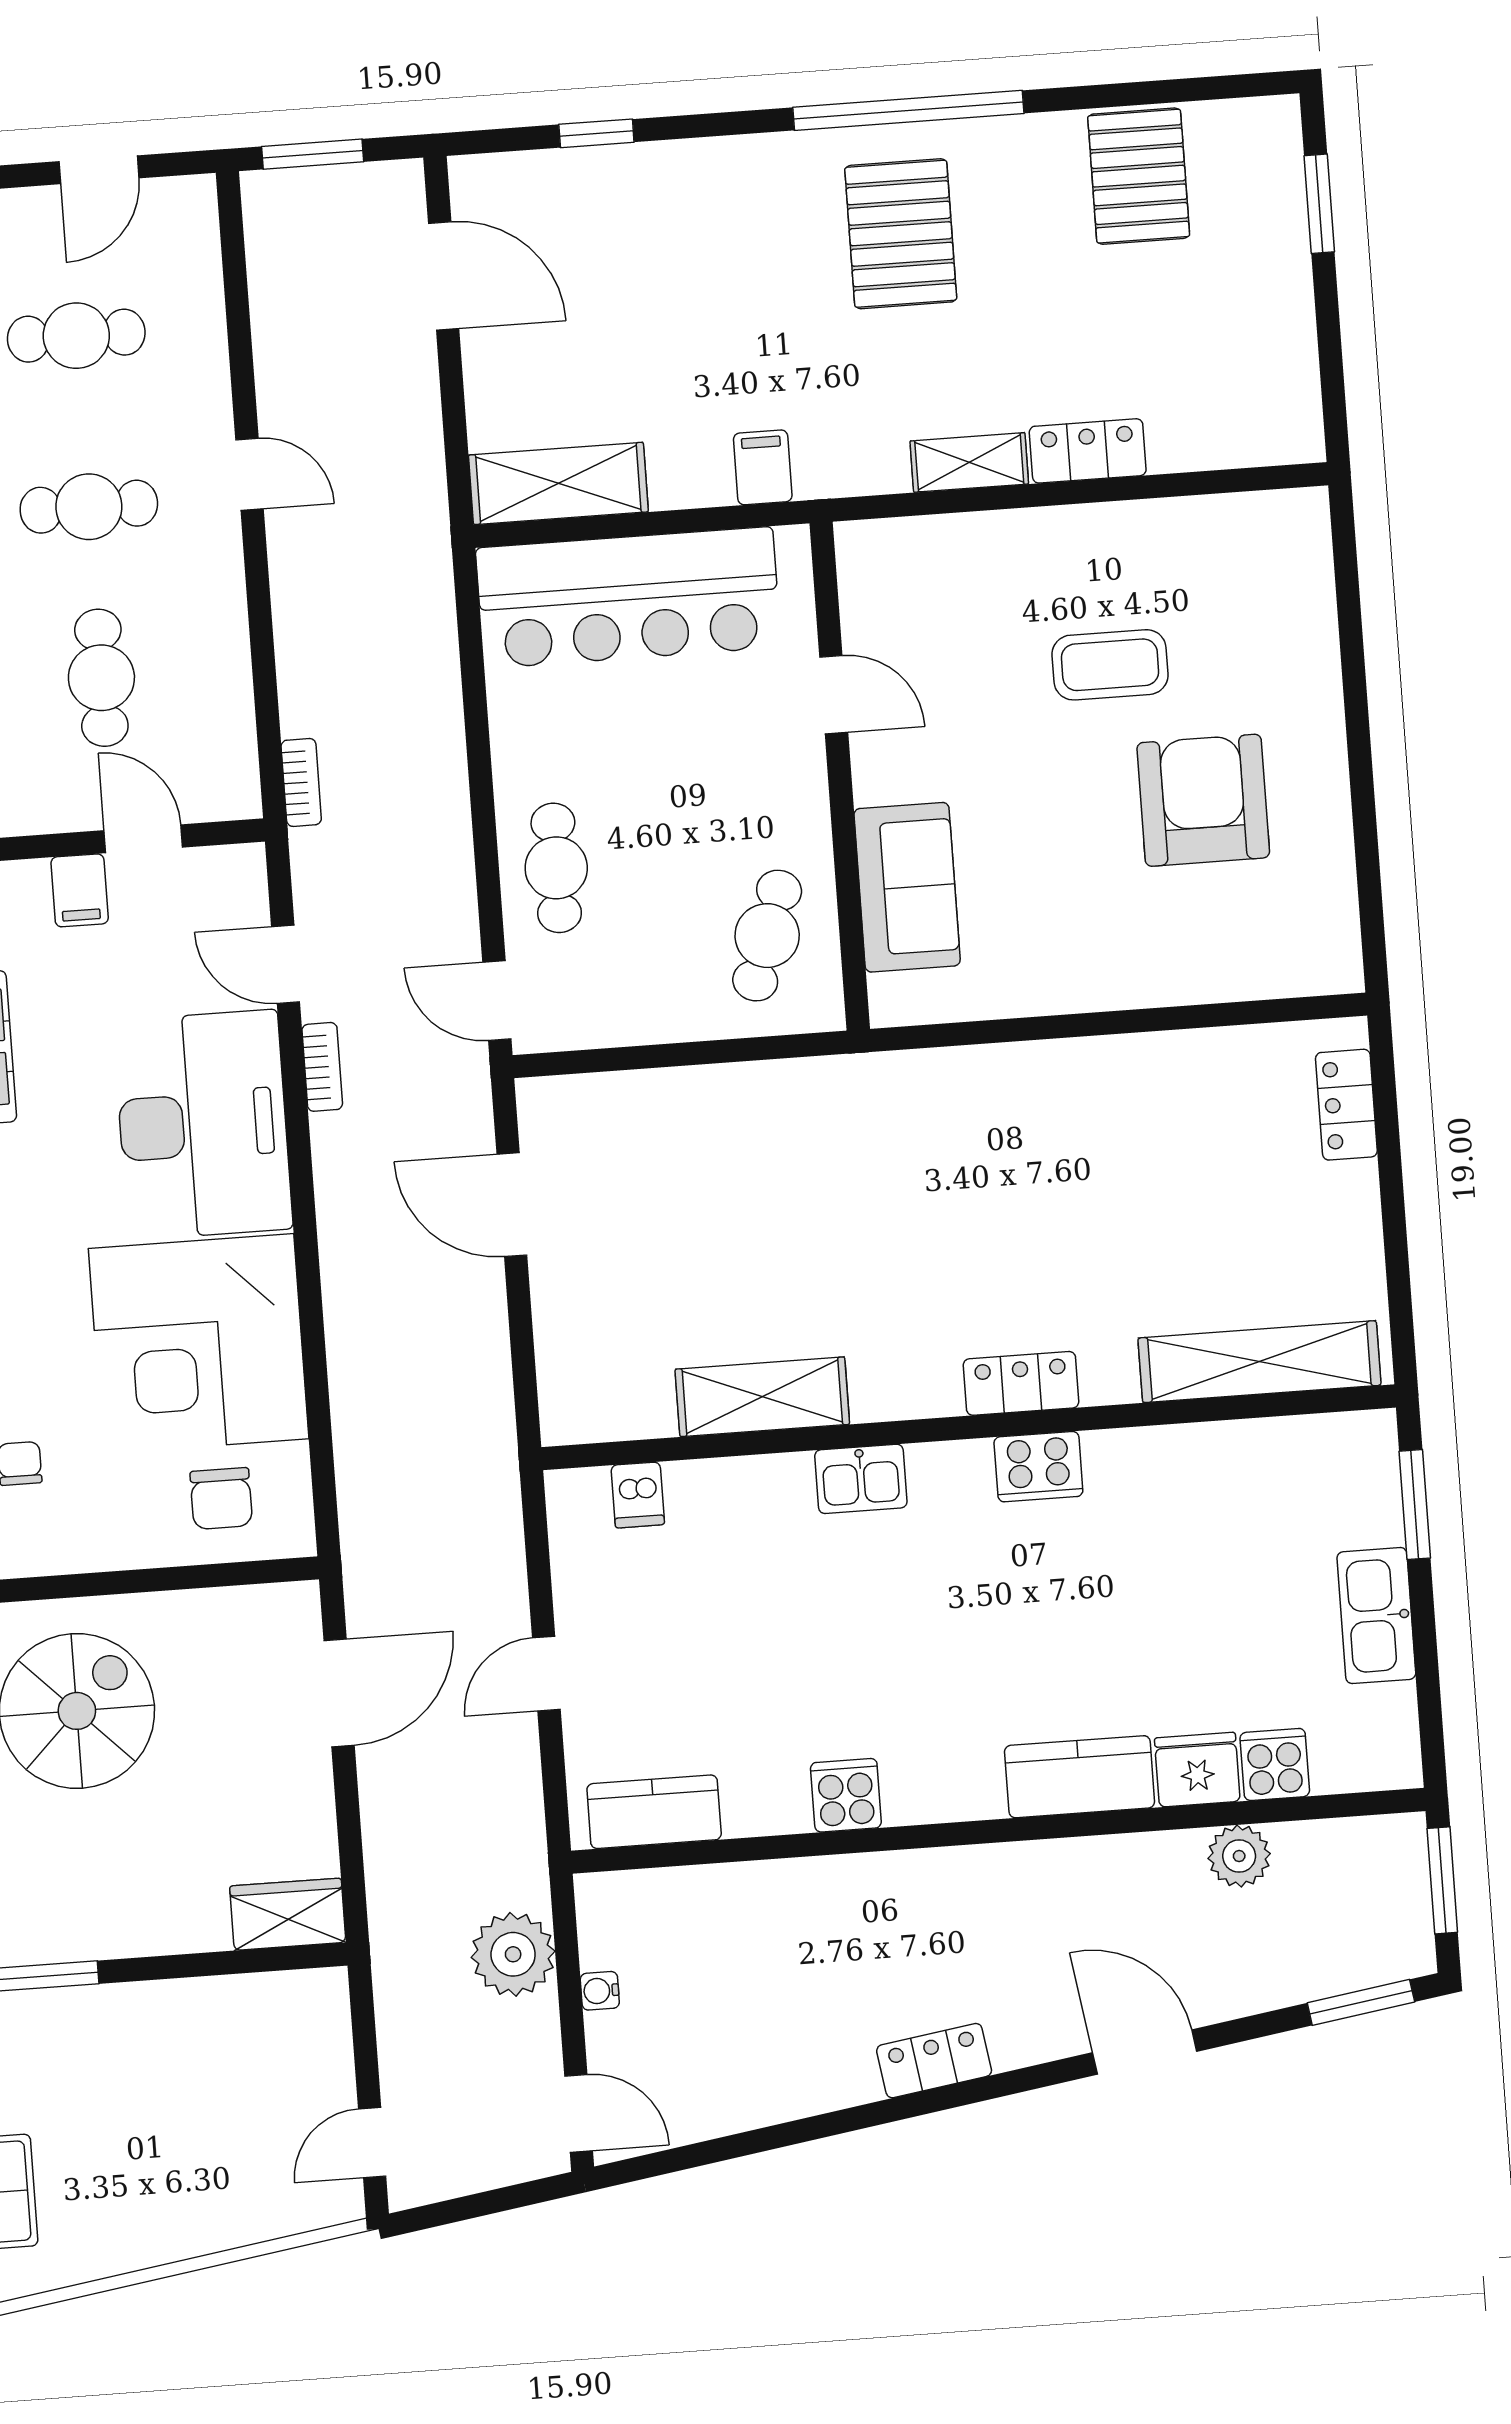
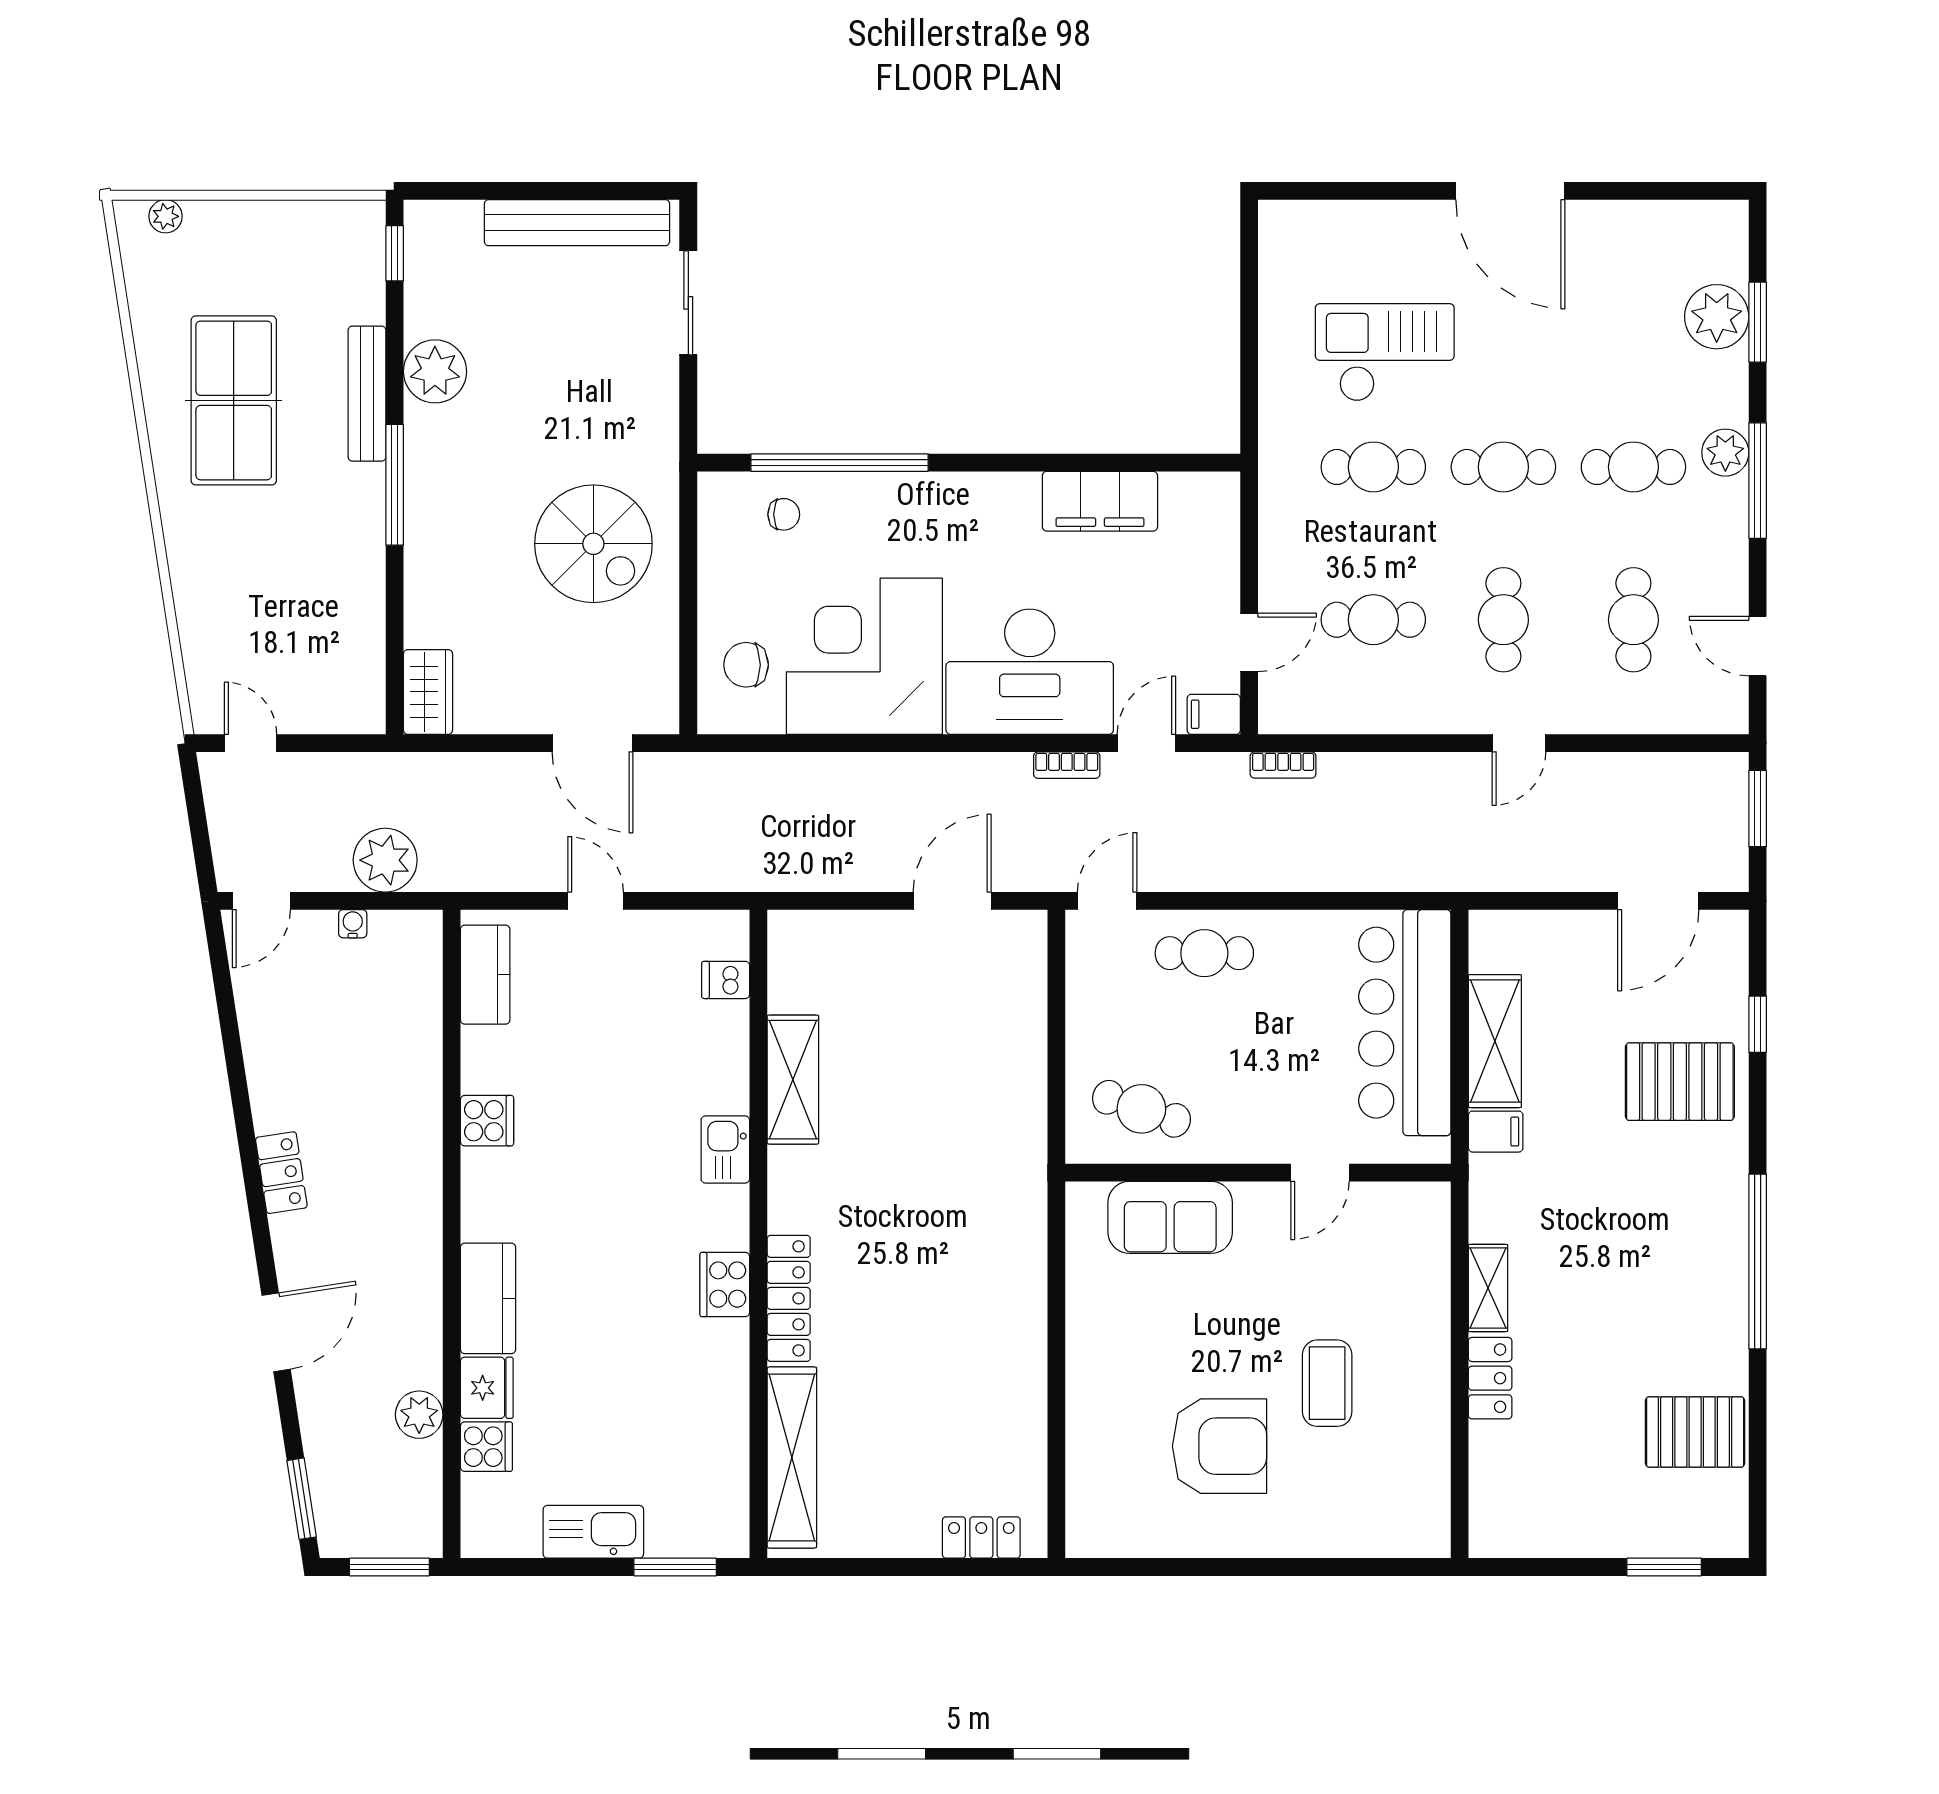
pallet: (901, 234) -> (1680, 1082), moved
shelving: (558, 483) -> (1495, 1041), moved
filing cabinet: (80, 890) -> (1214, 714), moved
locker: (1021, 1383) -> (789, 1298), width x1.53

